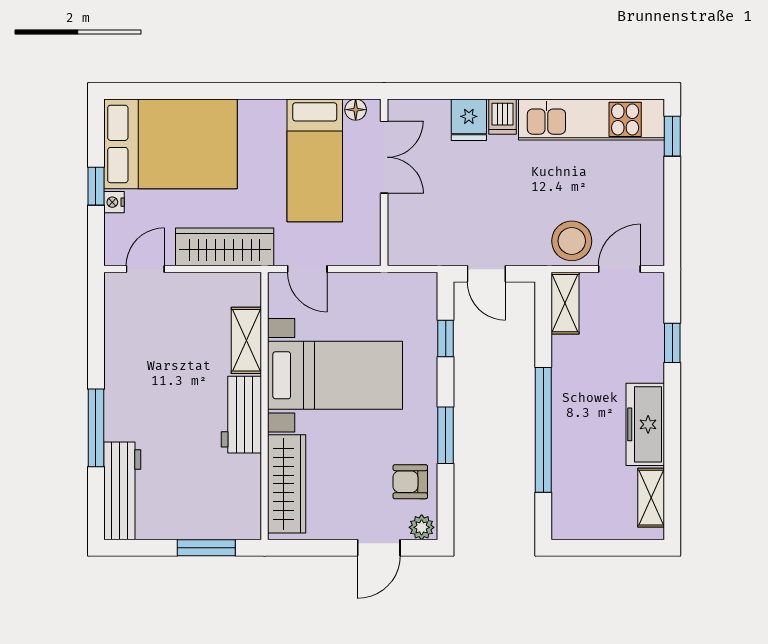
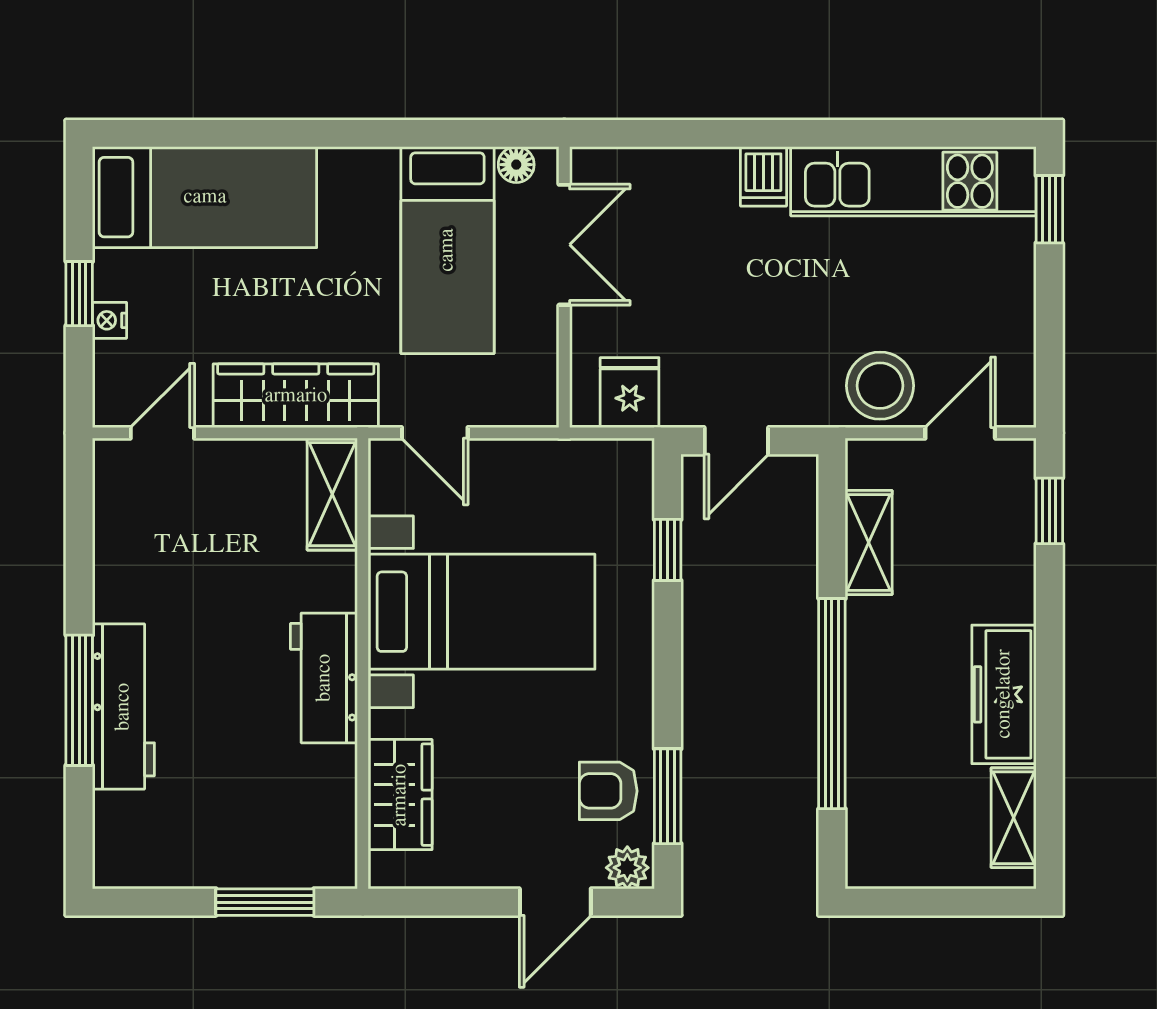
fridge: (469, 120) -> (630, 393), moved, turned 180
bed: (170, 144) -> (205, 197), width x0.67
door: (486, 274) -> (736, 441), hinge flipped
shelving: (565, 303) -> (869, 542), moved
shelving: (246, 340) -> (332, 494), moved
window: (672, 343) -> (1049, 511), moved
window: (446, 435) -> (668, 796), moved
wardrobe: (287, 484) -> (400, 795), width x0.67
workbench: (122, 491) -> (123, 707), moved

